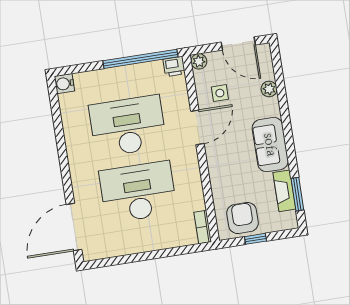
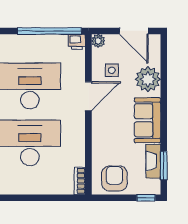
plant: (269, 89) -> (148, 79), width x1.88, depth x1.88
window: (255, 239) -> (146, 198), moved

